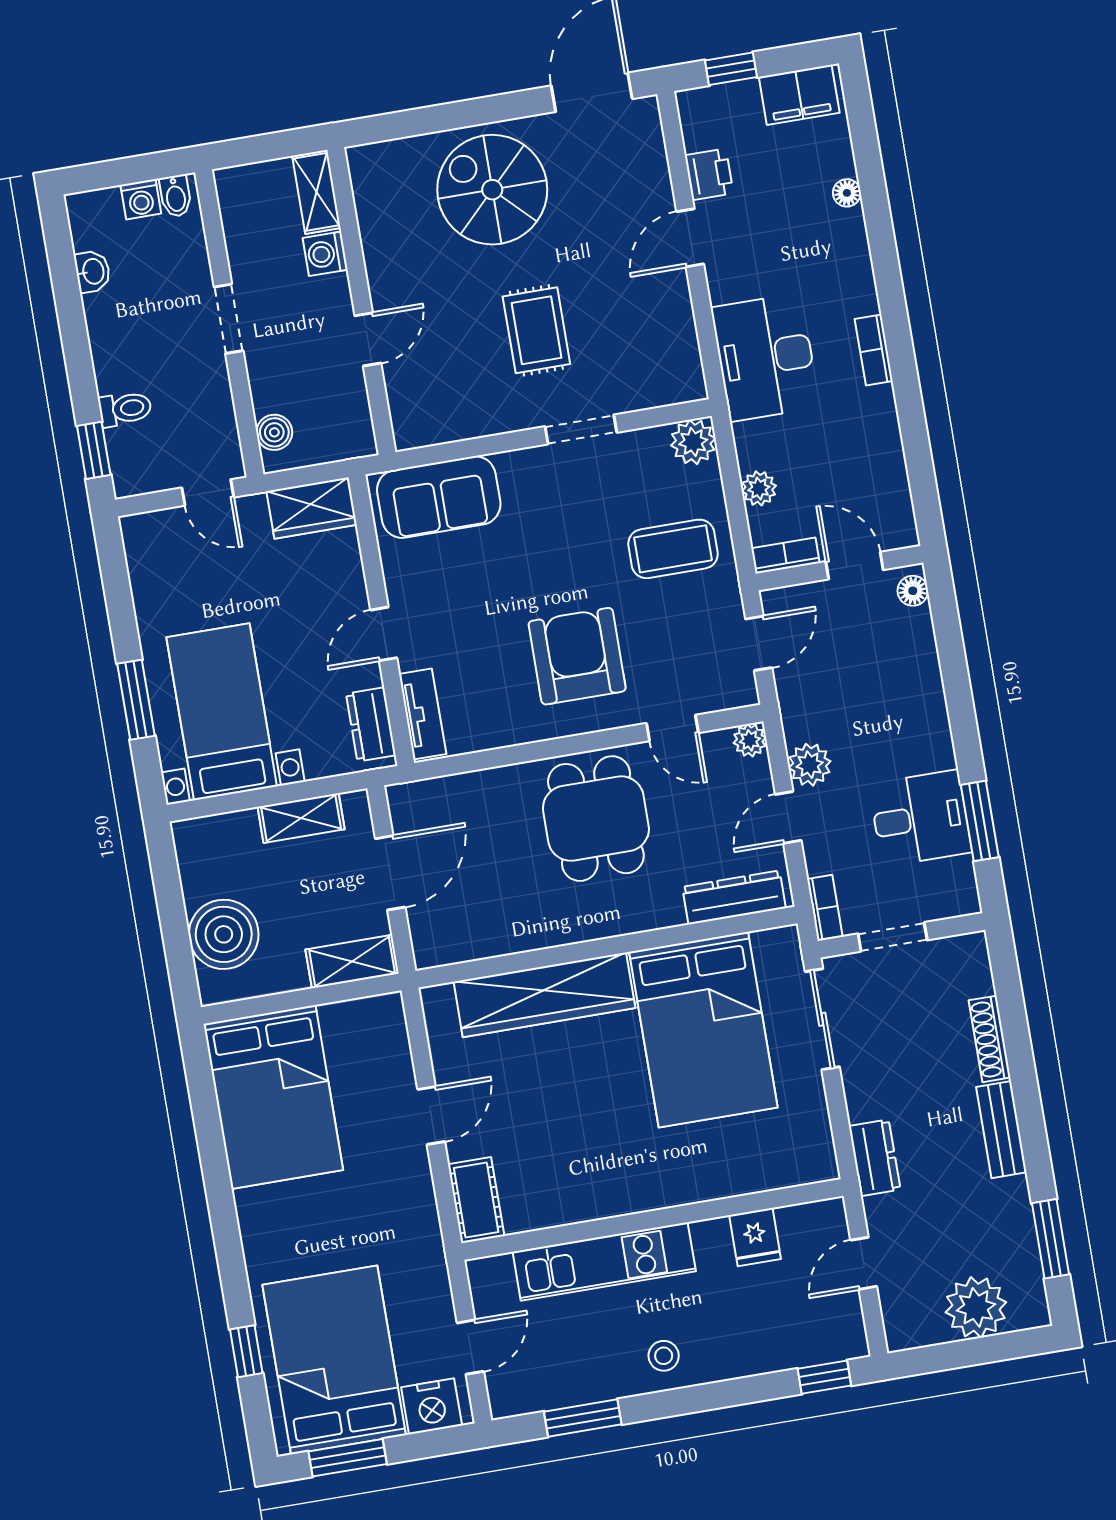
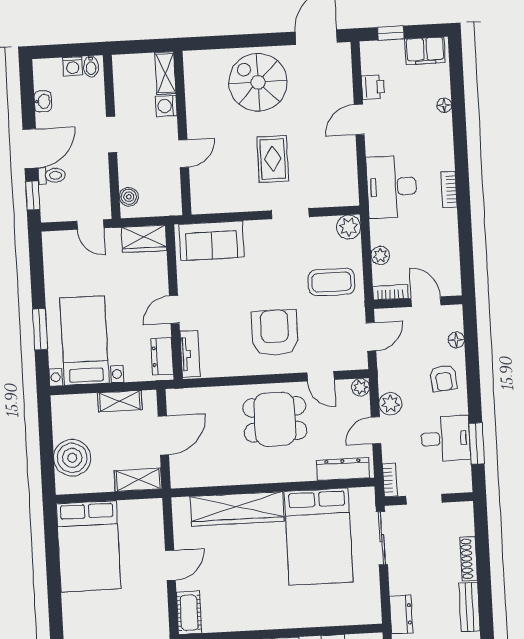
door: (79, 363) -> (30, 149), added
floor lamp: (913, 591) -> (456, 340), moved
armchair: (904, 706) -> (444, 378), added
dining table: (596, 819) -> (275, 419), turned 90

